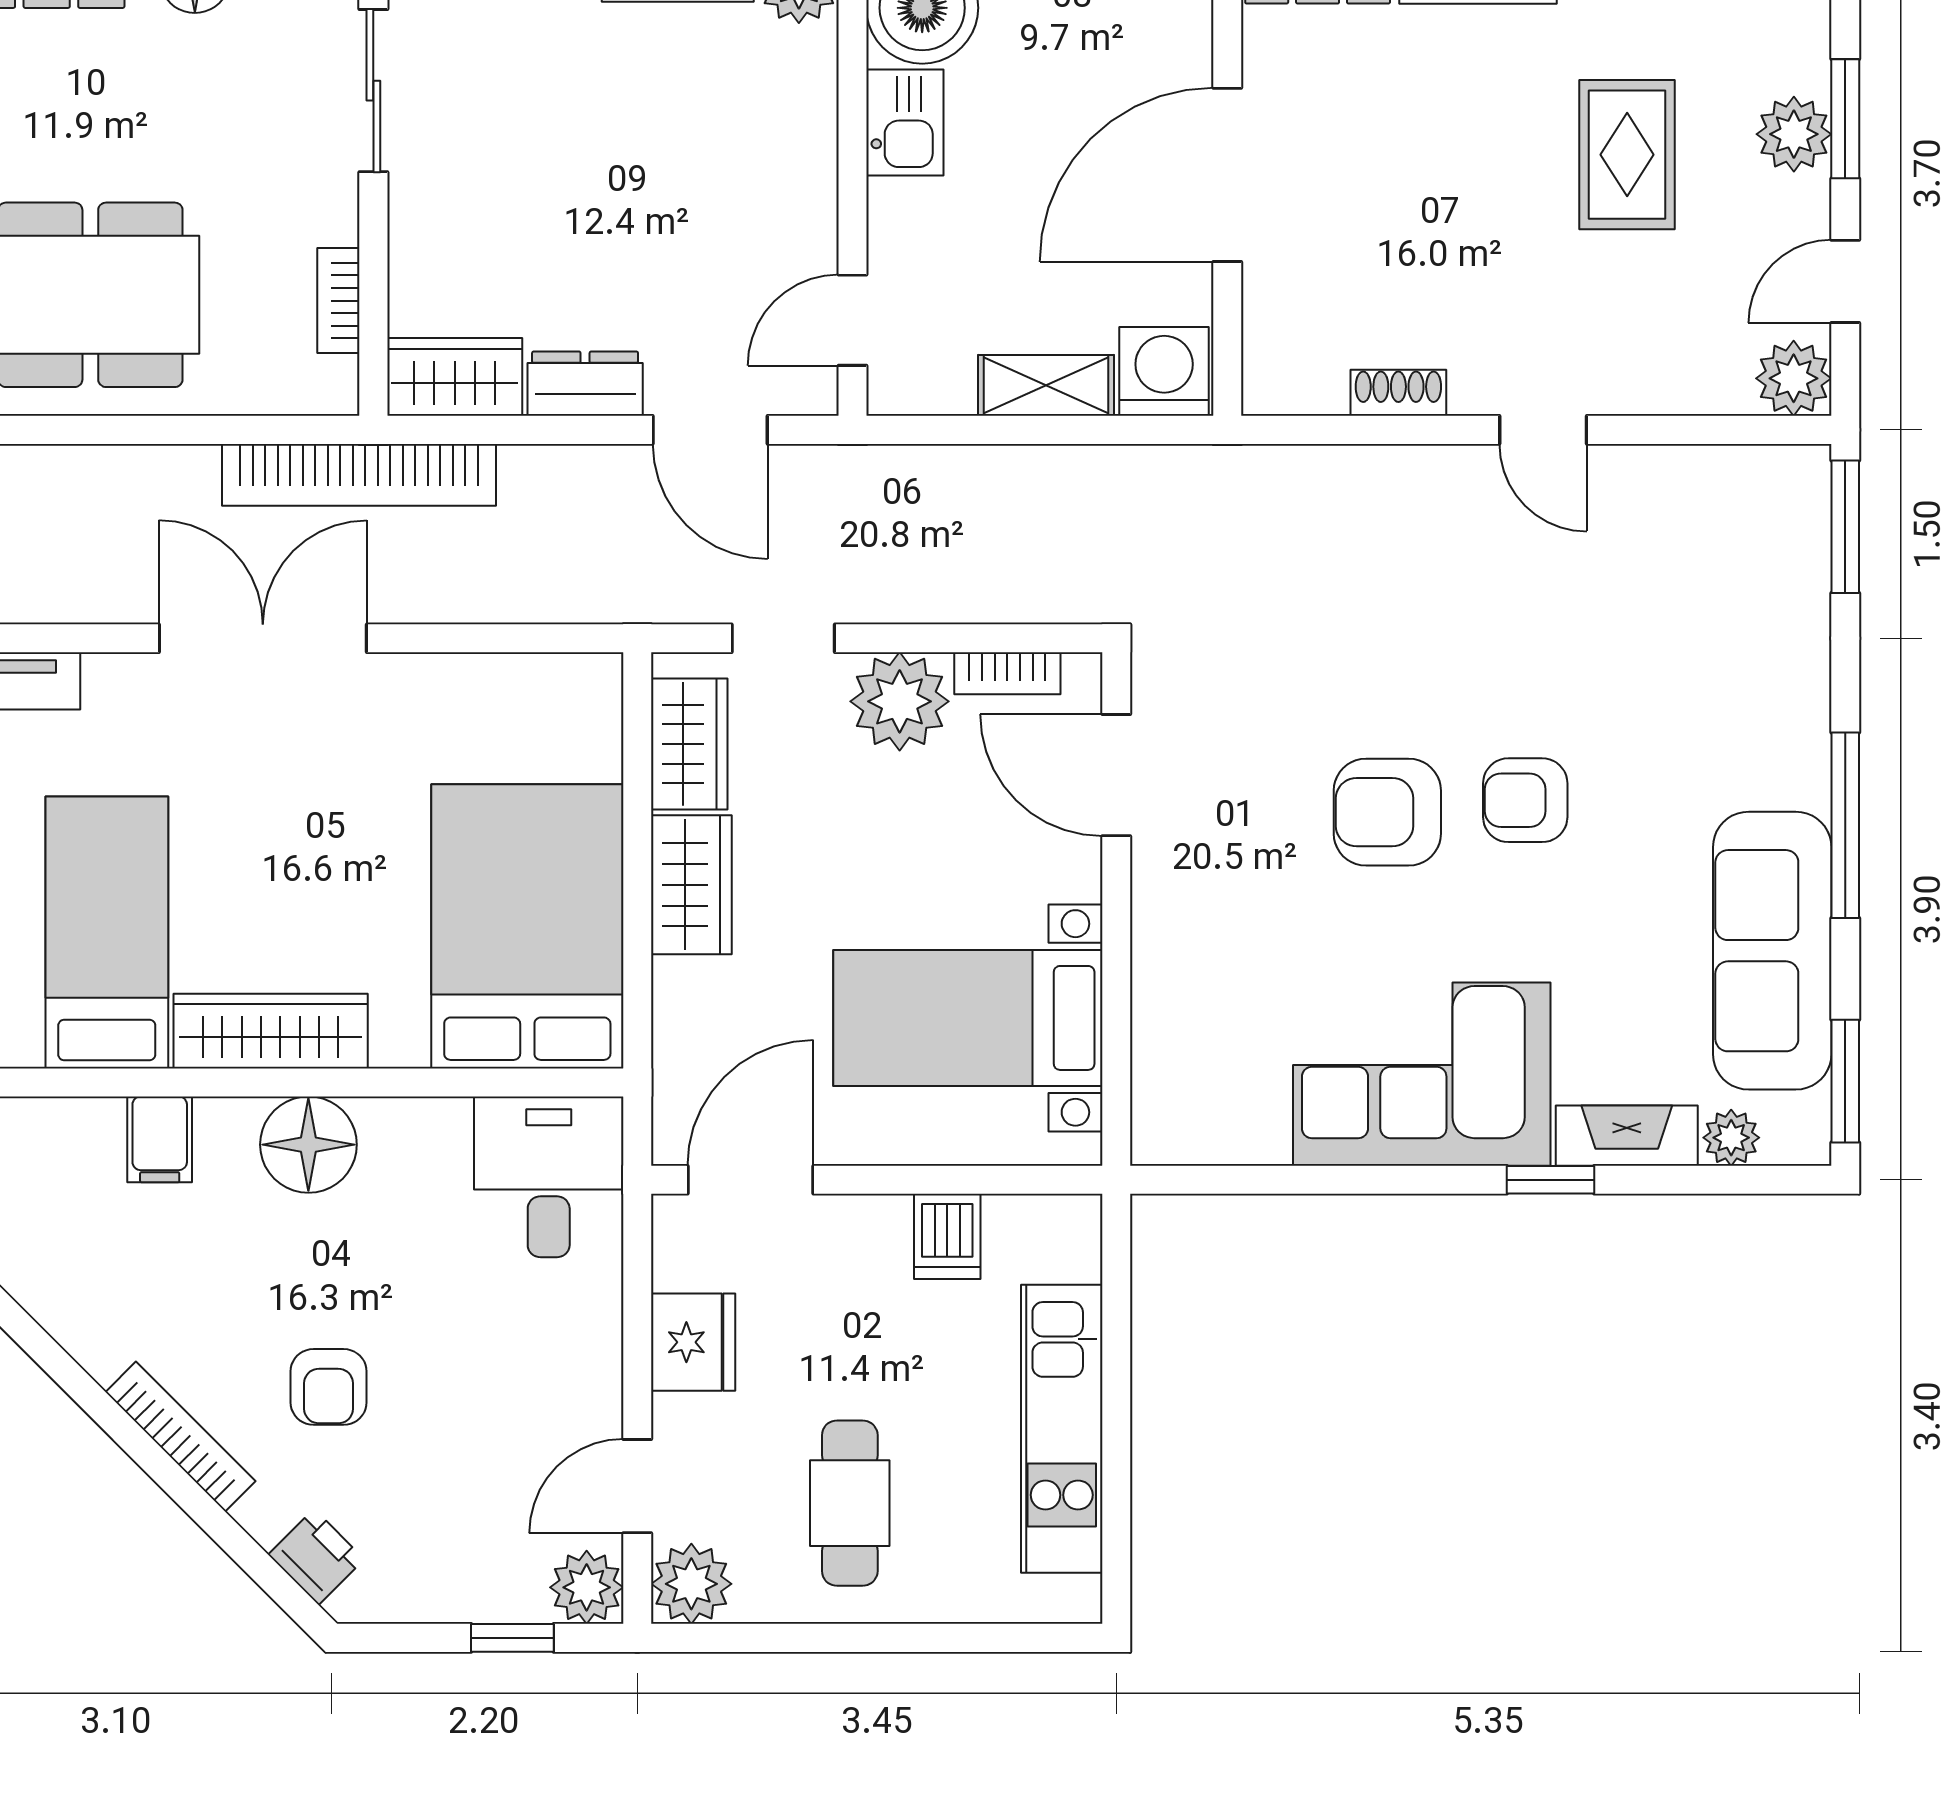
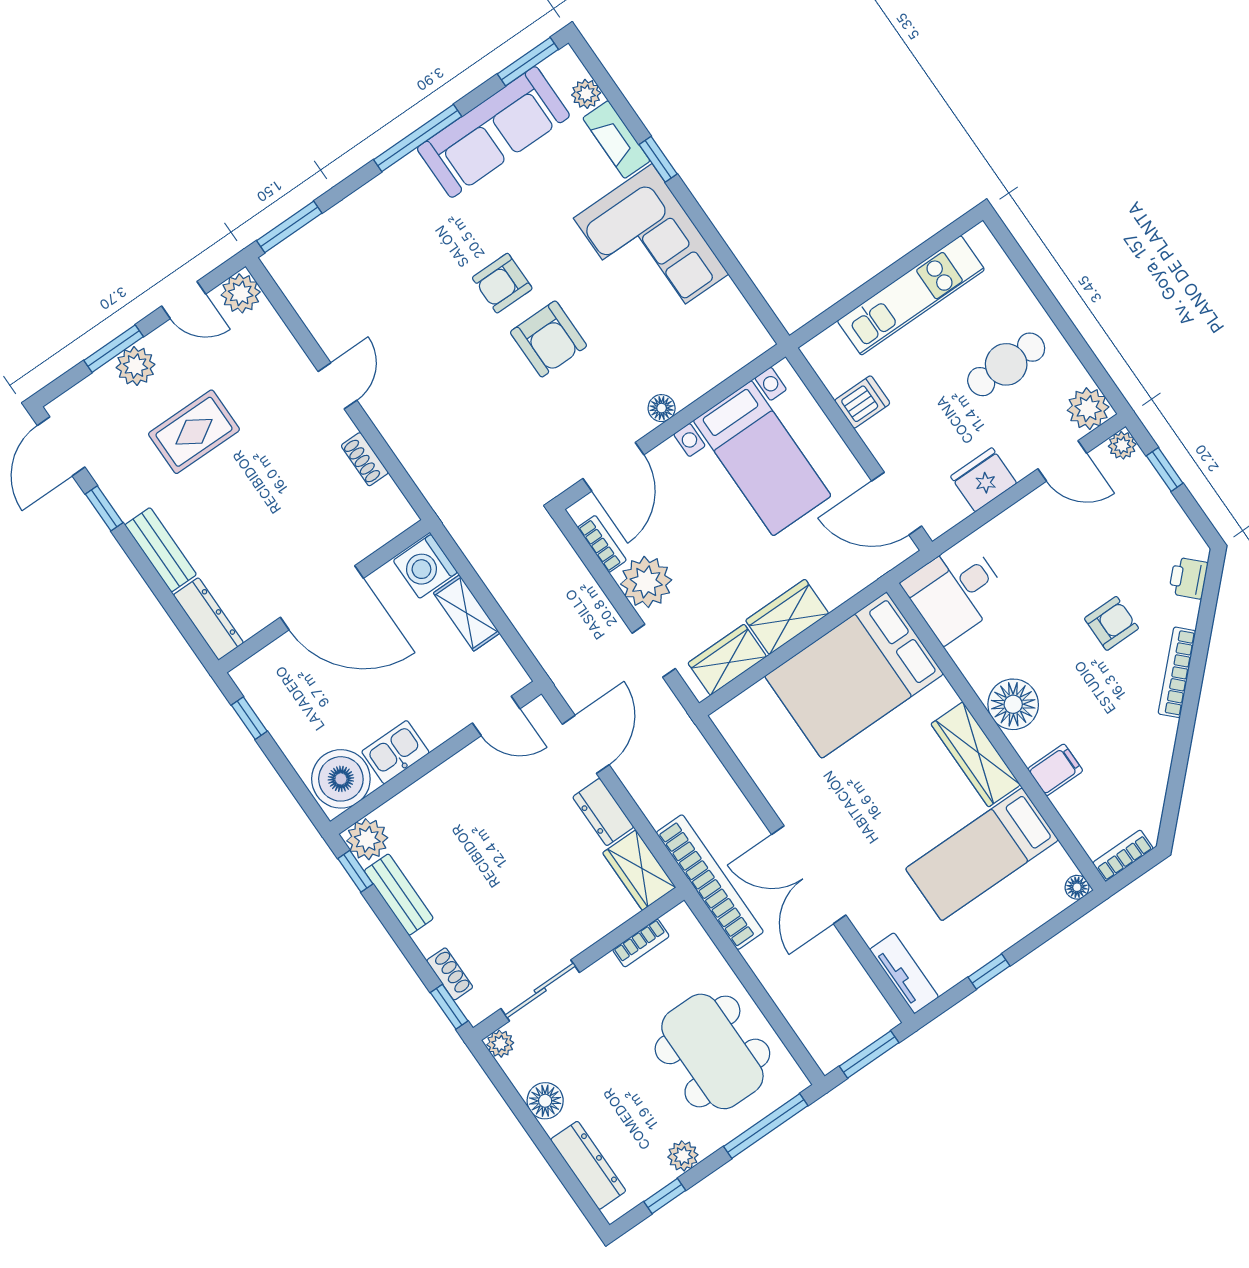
armchair: (1525, 800) -> (502, 283), turned 90
floor lamp: (1156, 915) -> (662, 408), added
plant: (587, 1587) -> (1122, 445), width x0.73, depth x0.73

